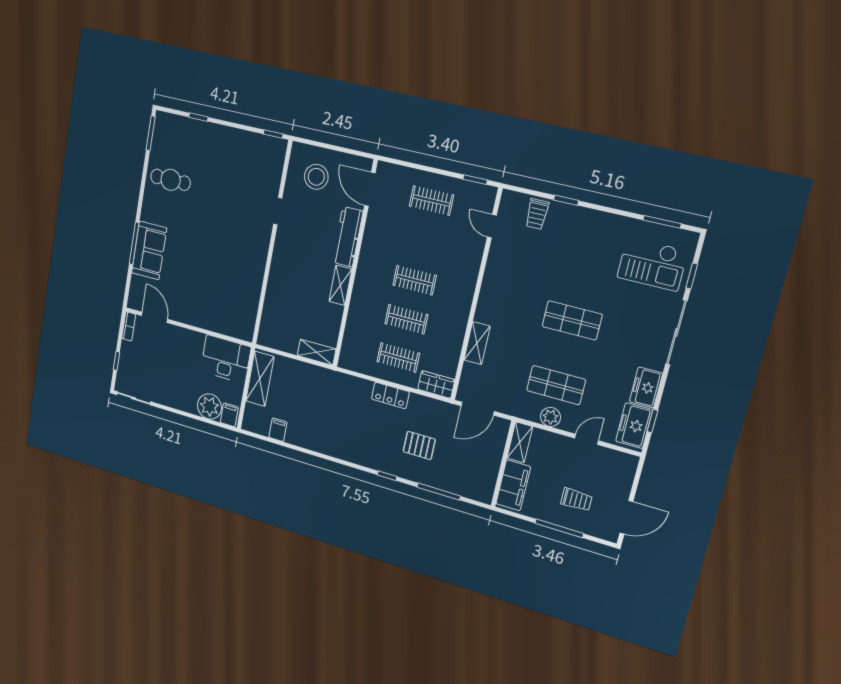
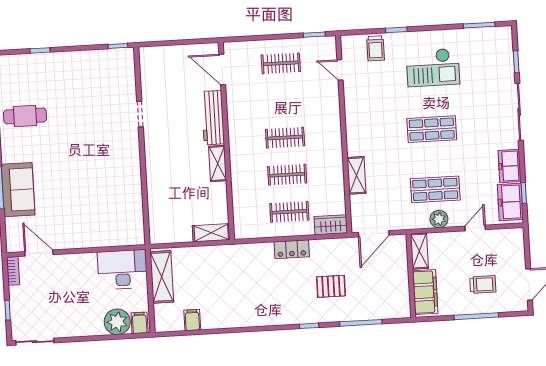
stool: (316, 177) -> (169, 73), removed
checkout: (652, 264) -> (433, 67), moved

